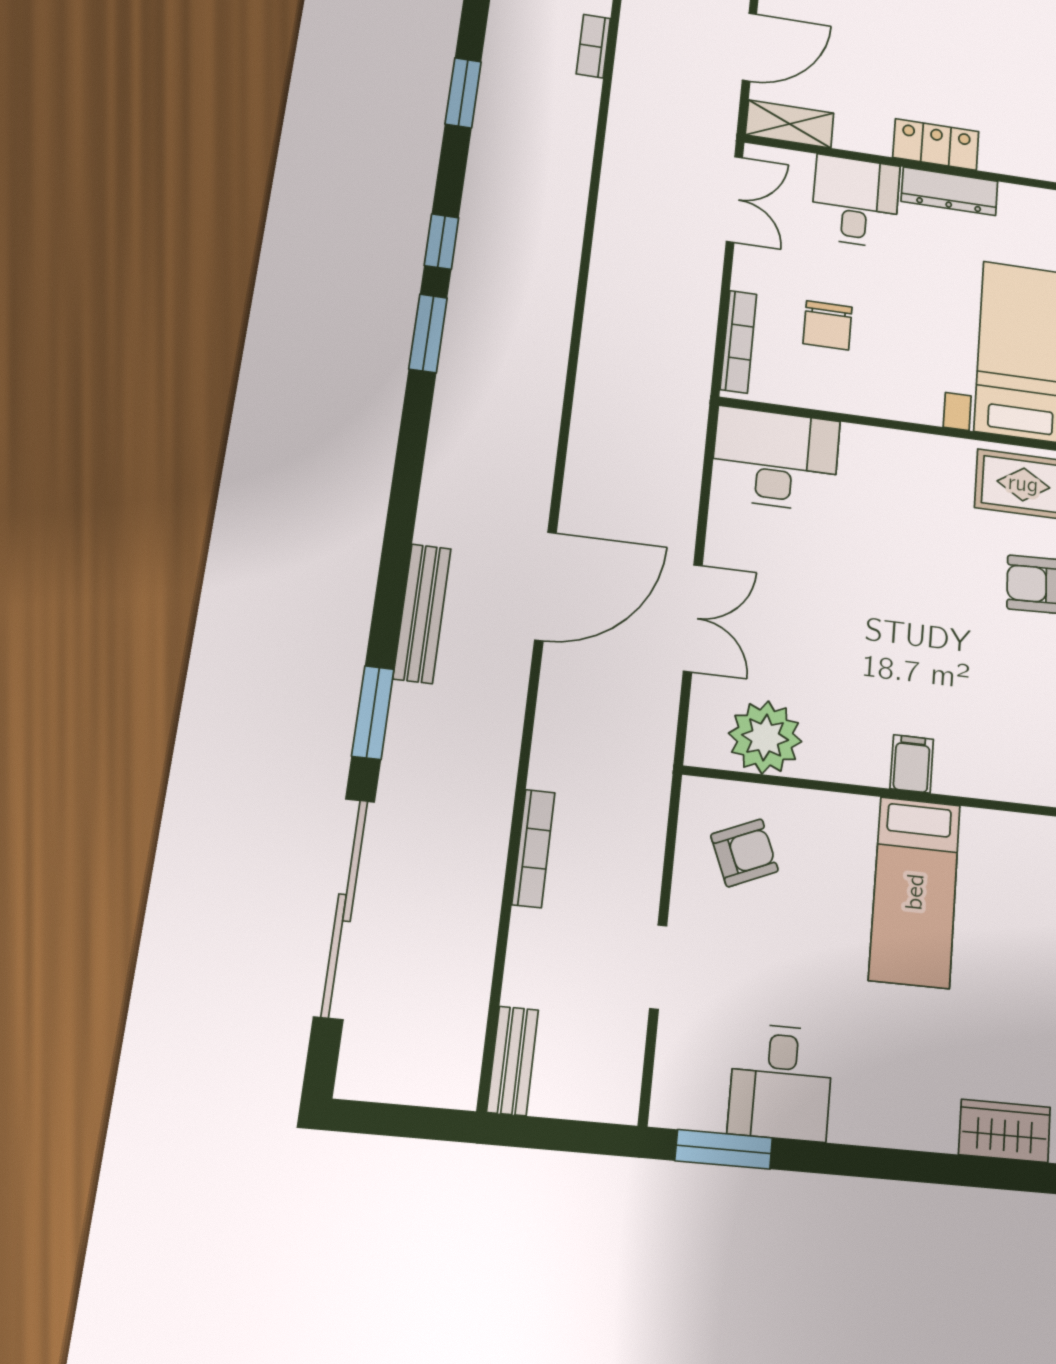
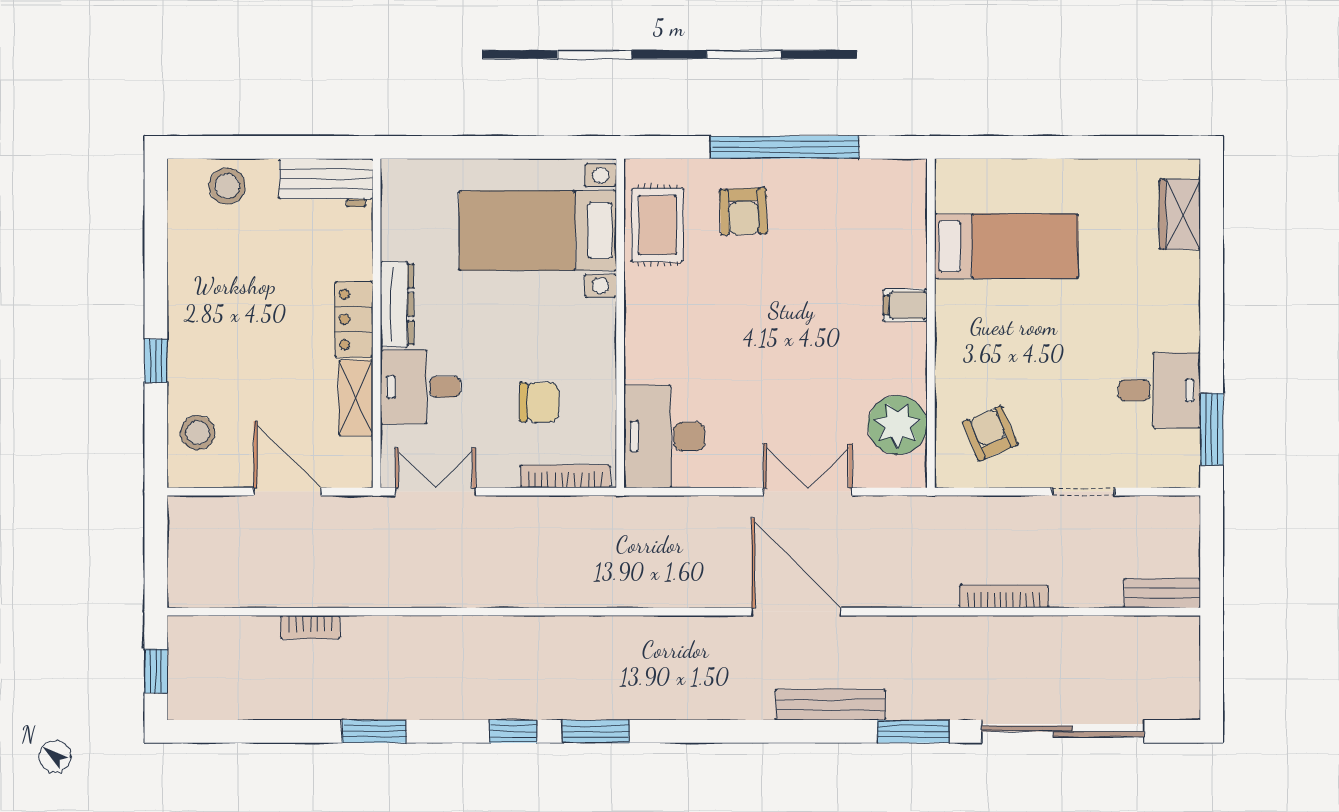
shelving: (790, 124) -> (356, 398), moved
bed: (915, 892) -> (1006, 246), moved

